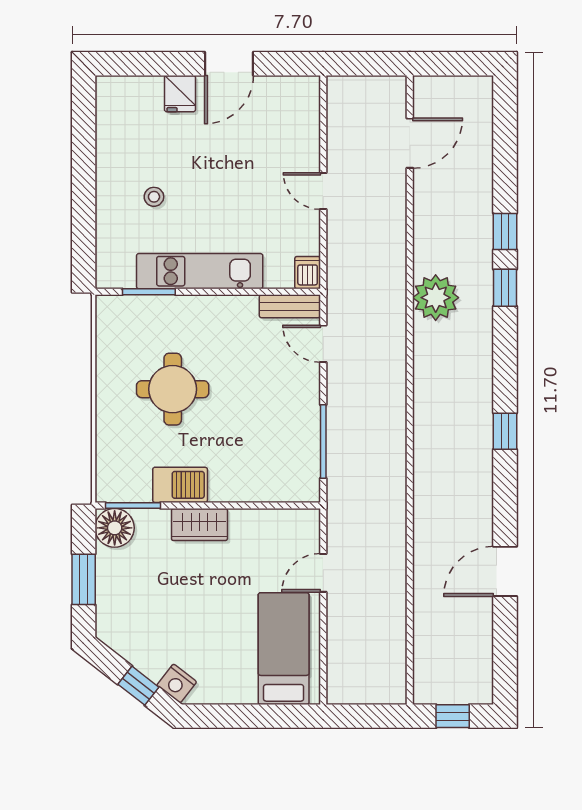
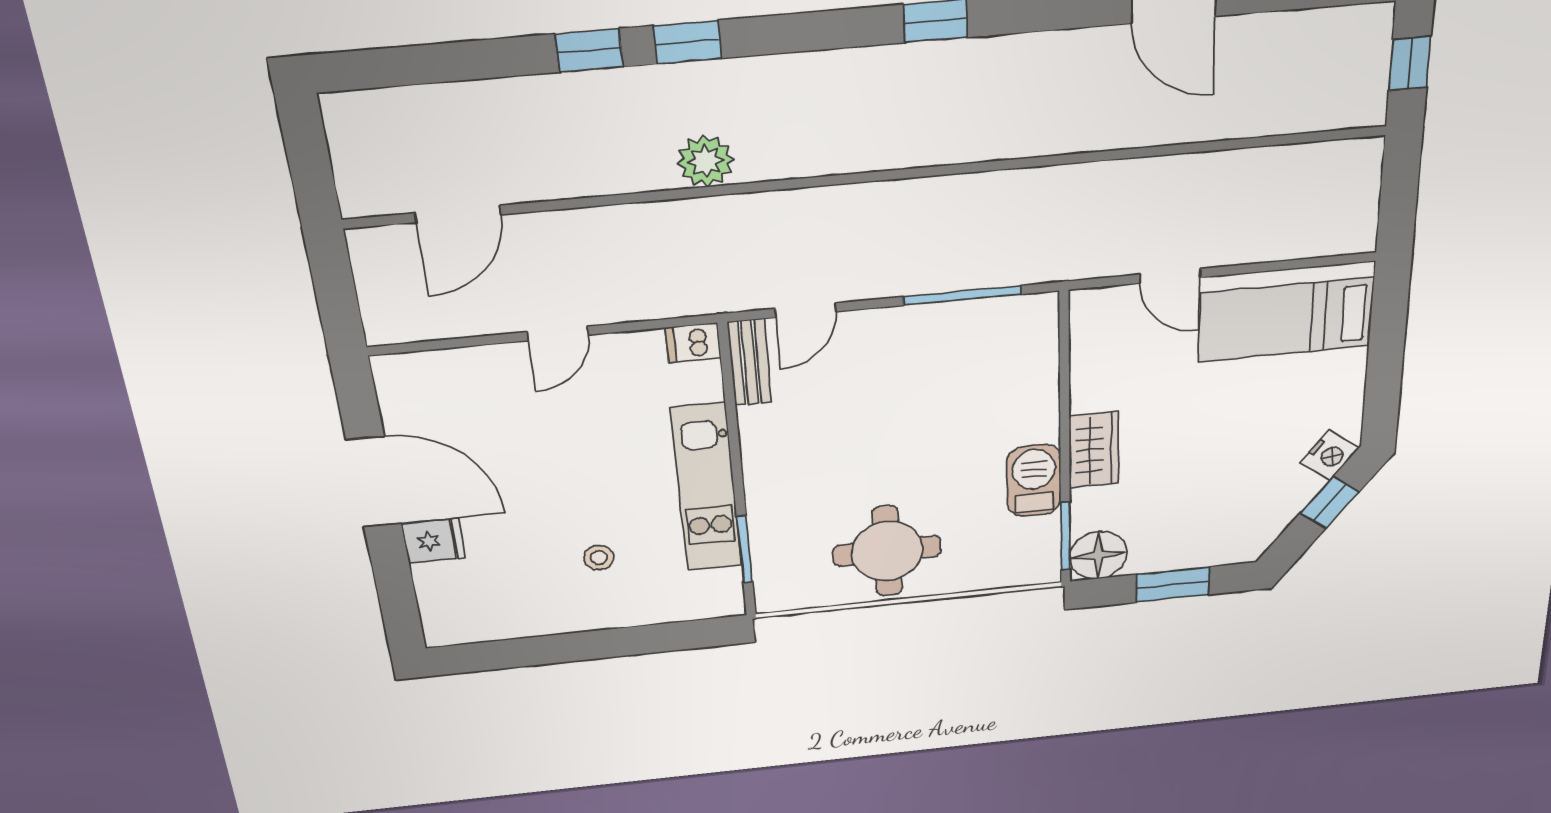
door: (229, 64) -> (374, 482), width x1.36
door: (410, 143) -> (458, 214), swing flipped
plant: (436, 298) -> (706, 161), width x0.73, depth x0.73
round table: (173, 389) -> (887, 551), moved

